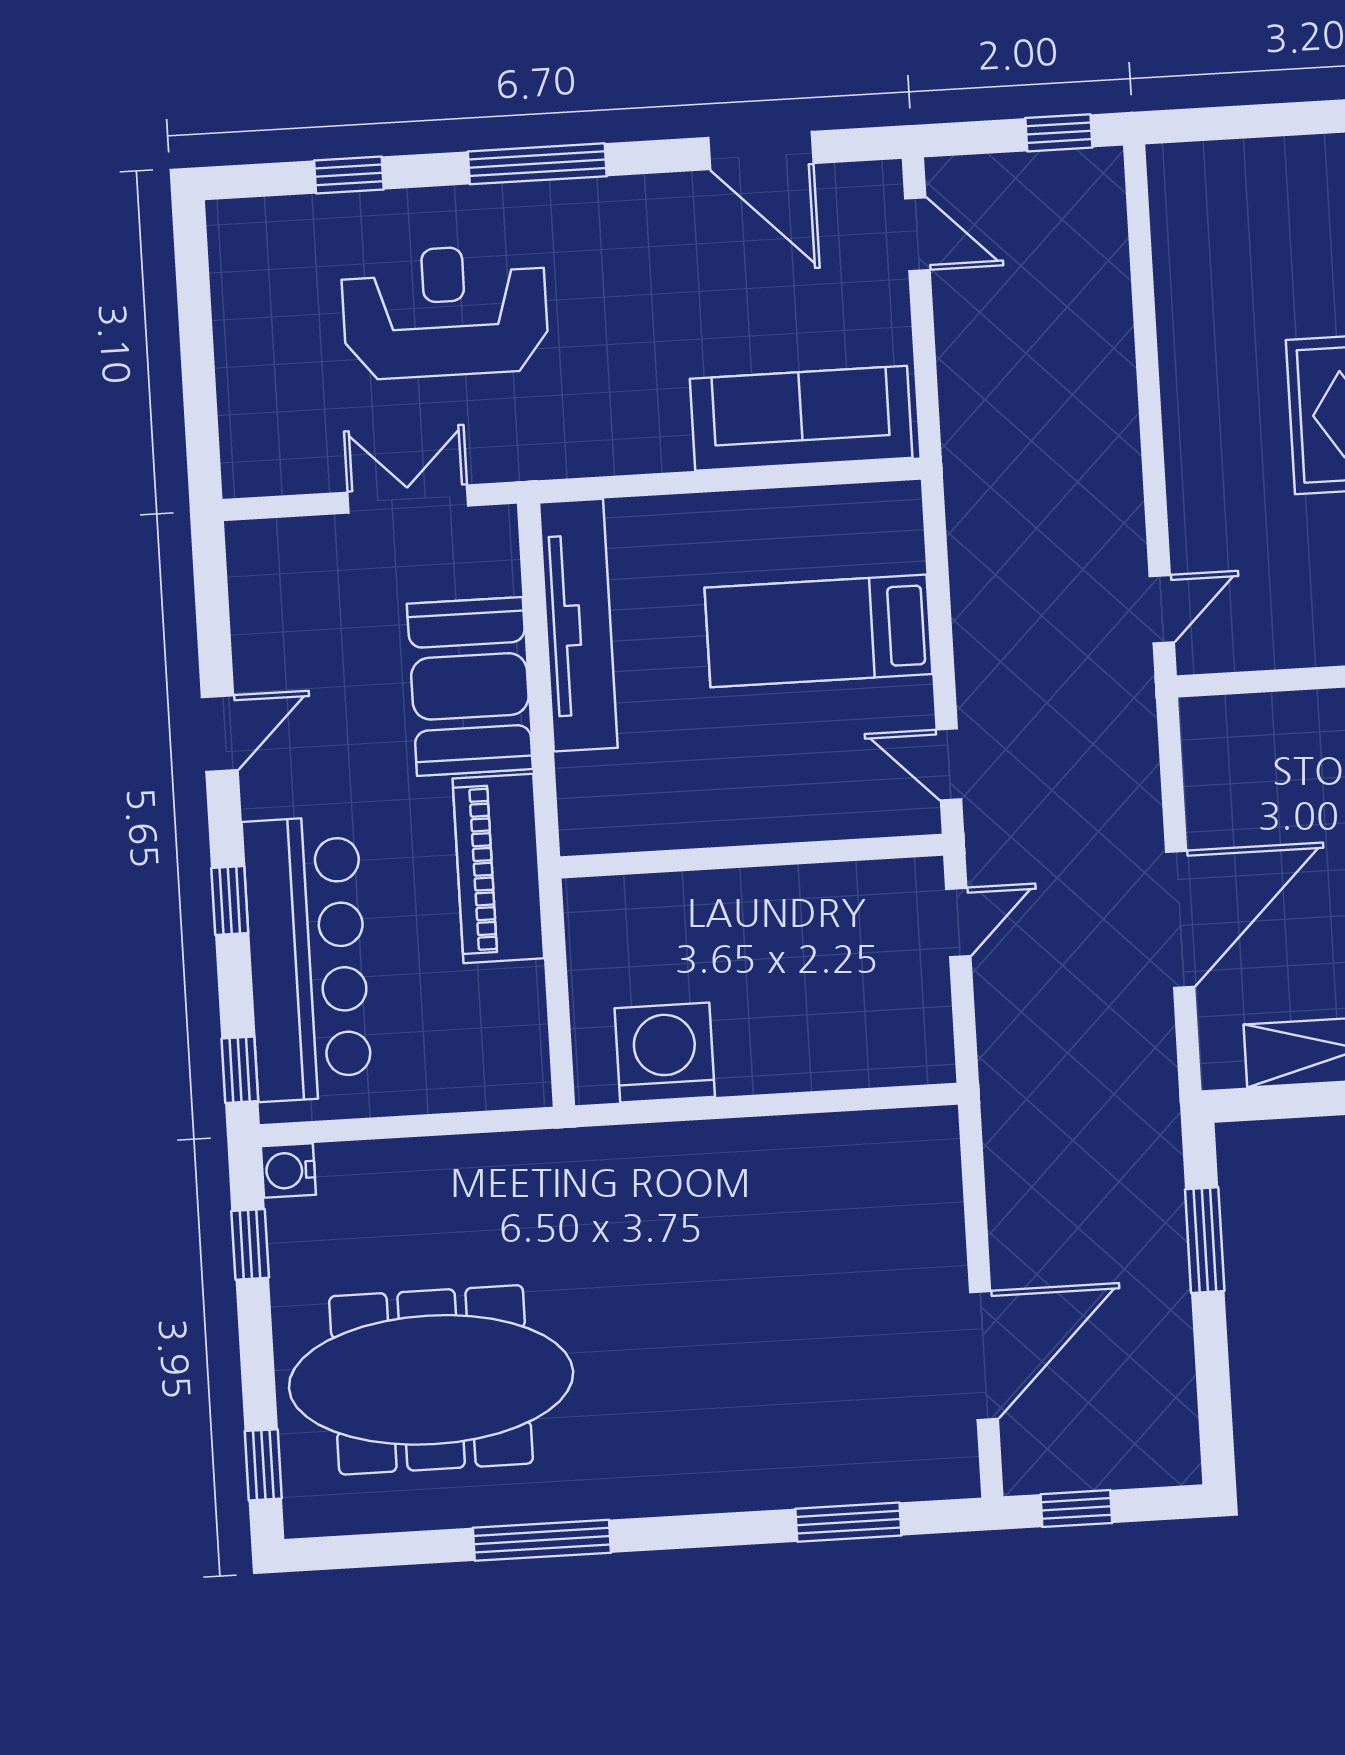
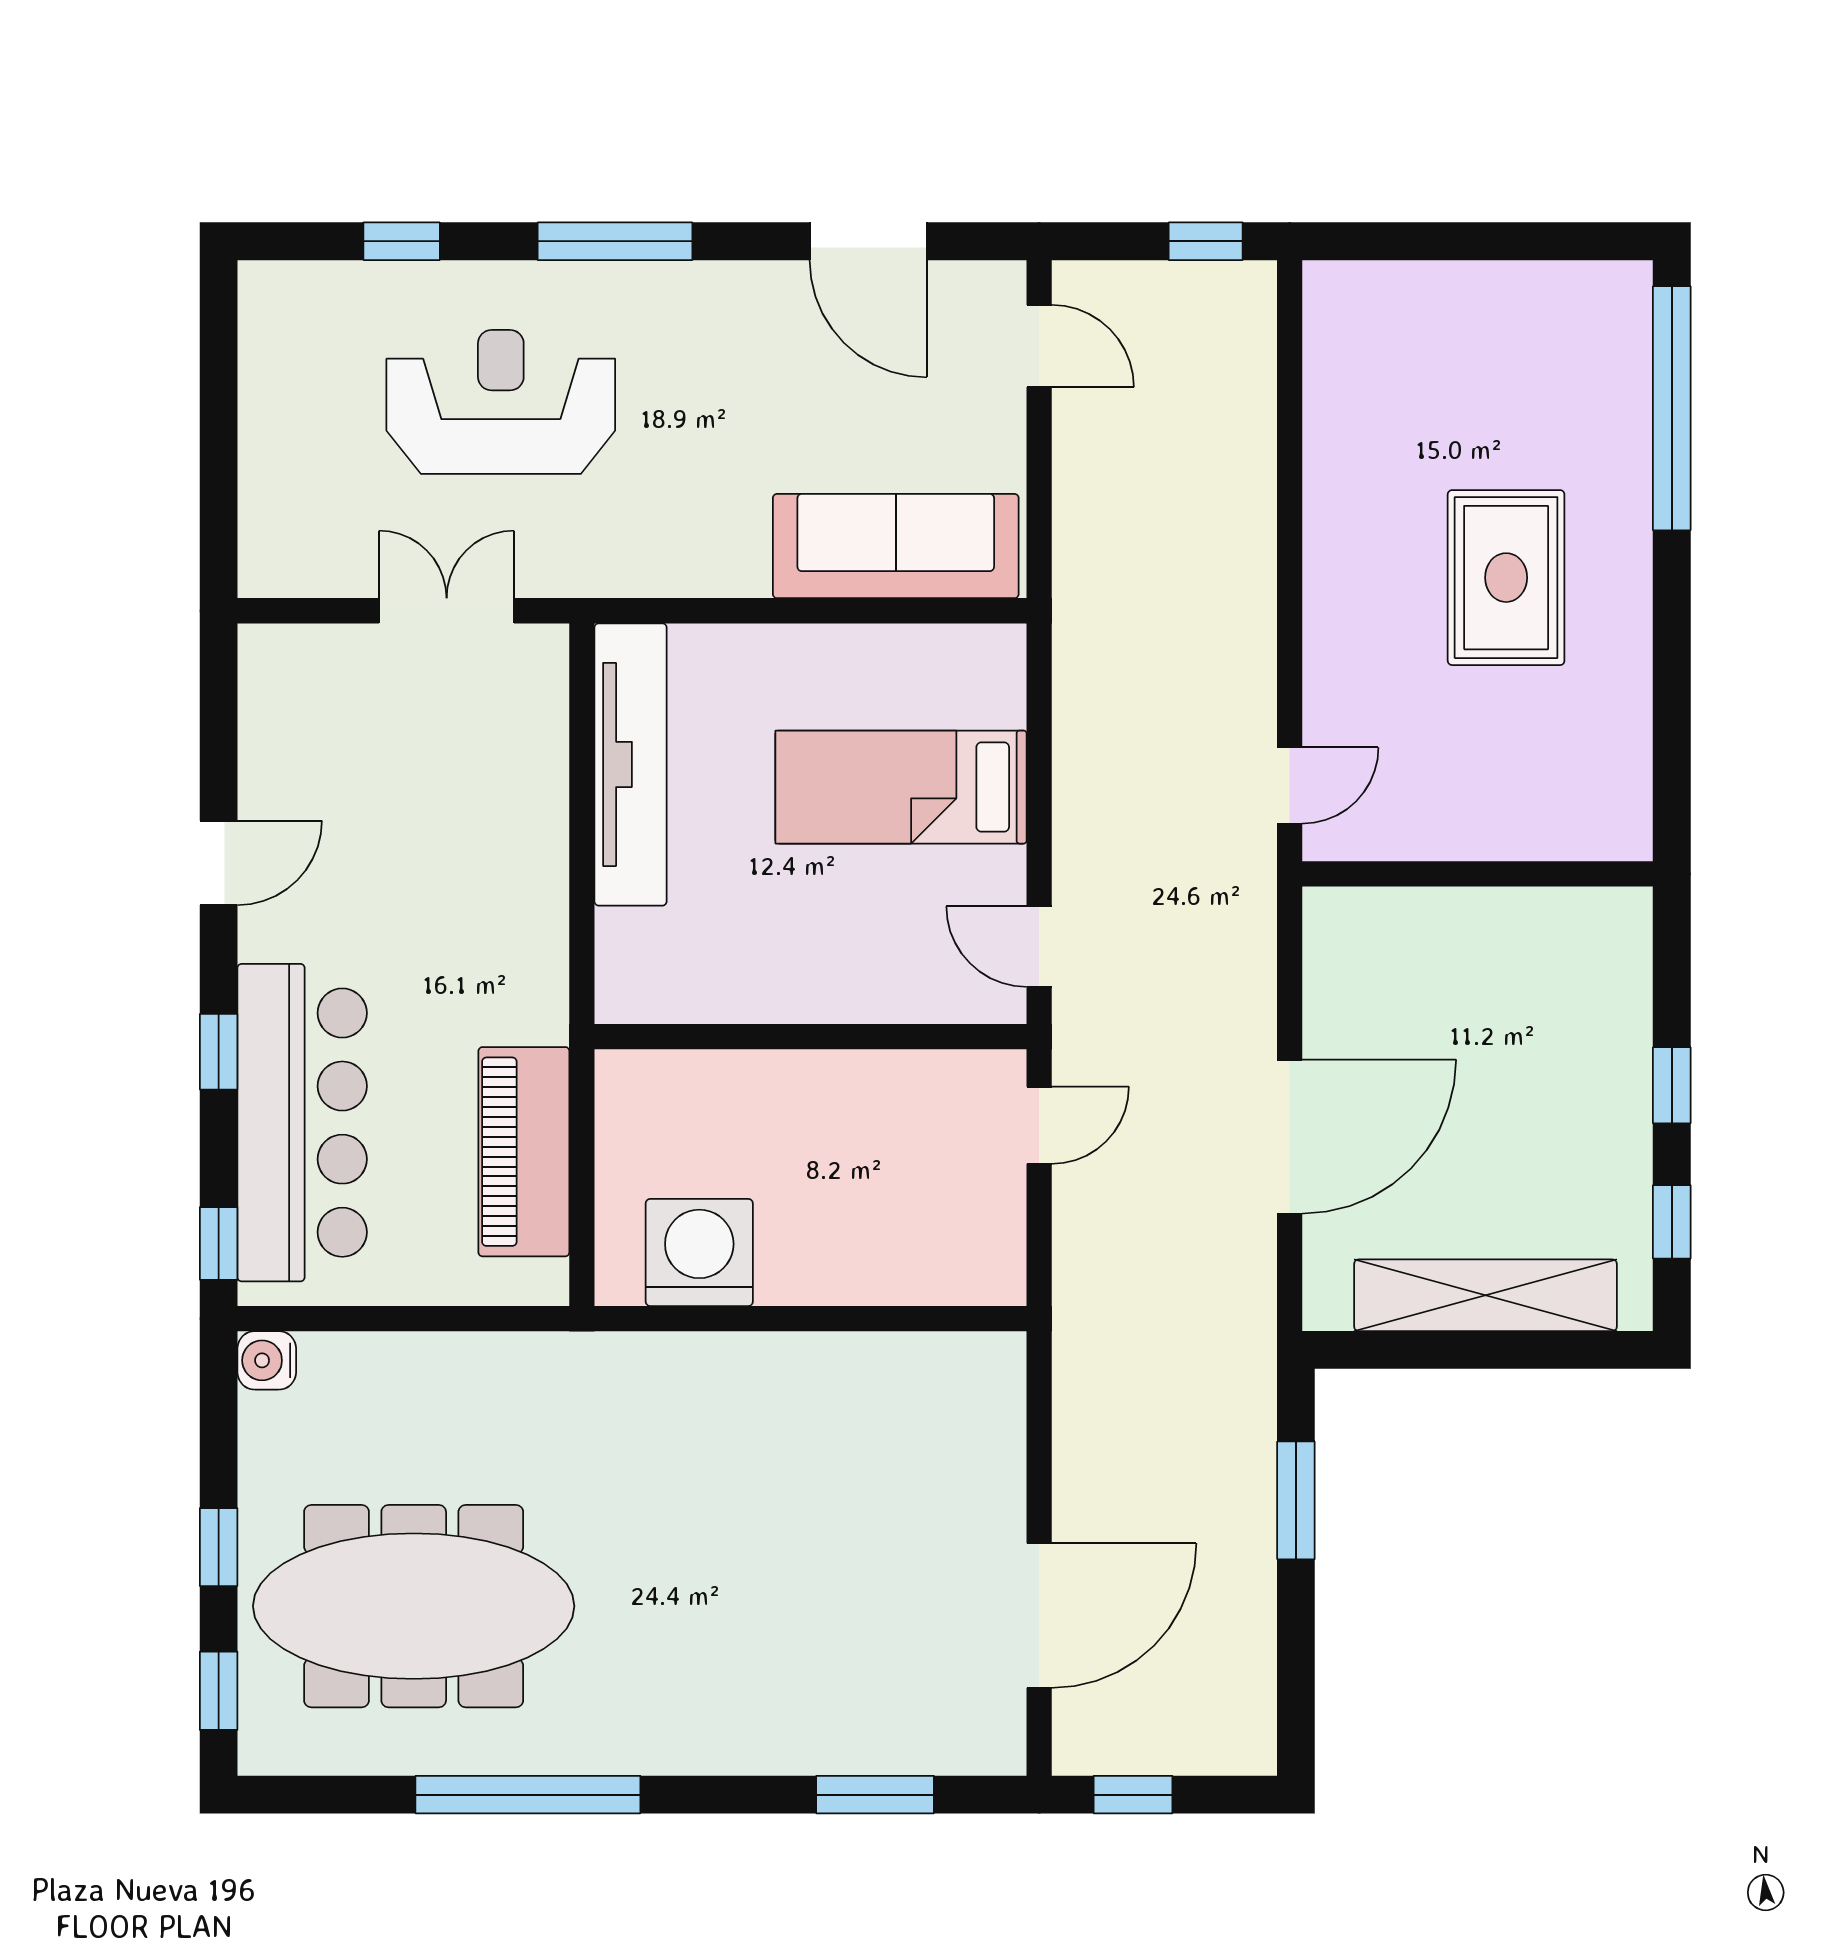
booth: (470, 686) -> (504, 826), removed
piano: (498, 868) -> (524, 1152), moved
window: (250, 1244) -> (219, 1547), moved
window: (542, 1540) -> (528, 1795), width x1.46

